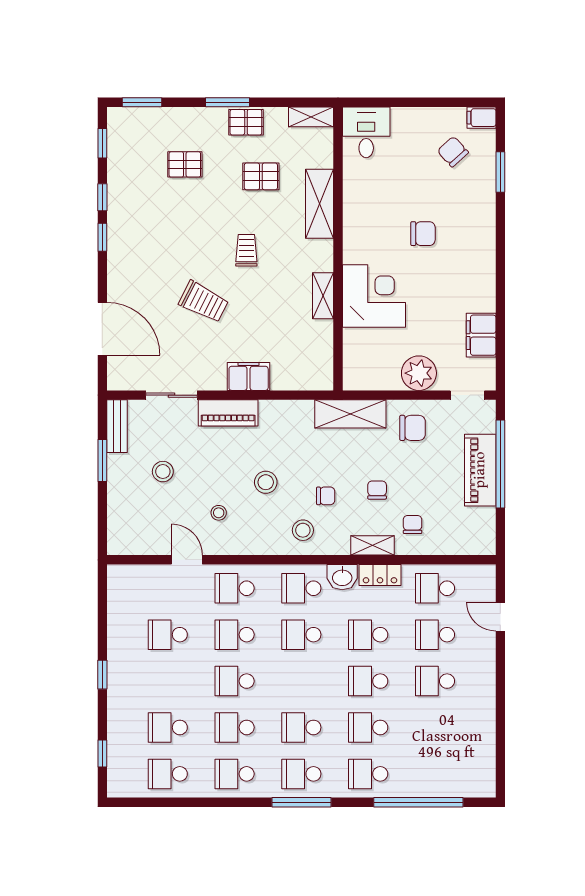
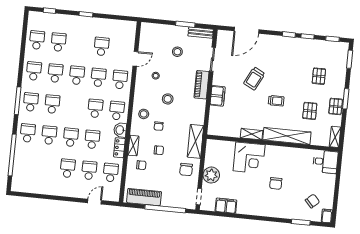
shelving: (320, 204) -> (287, 136), width x1.47
piano: (480, 470) -> (144, 197), moved

